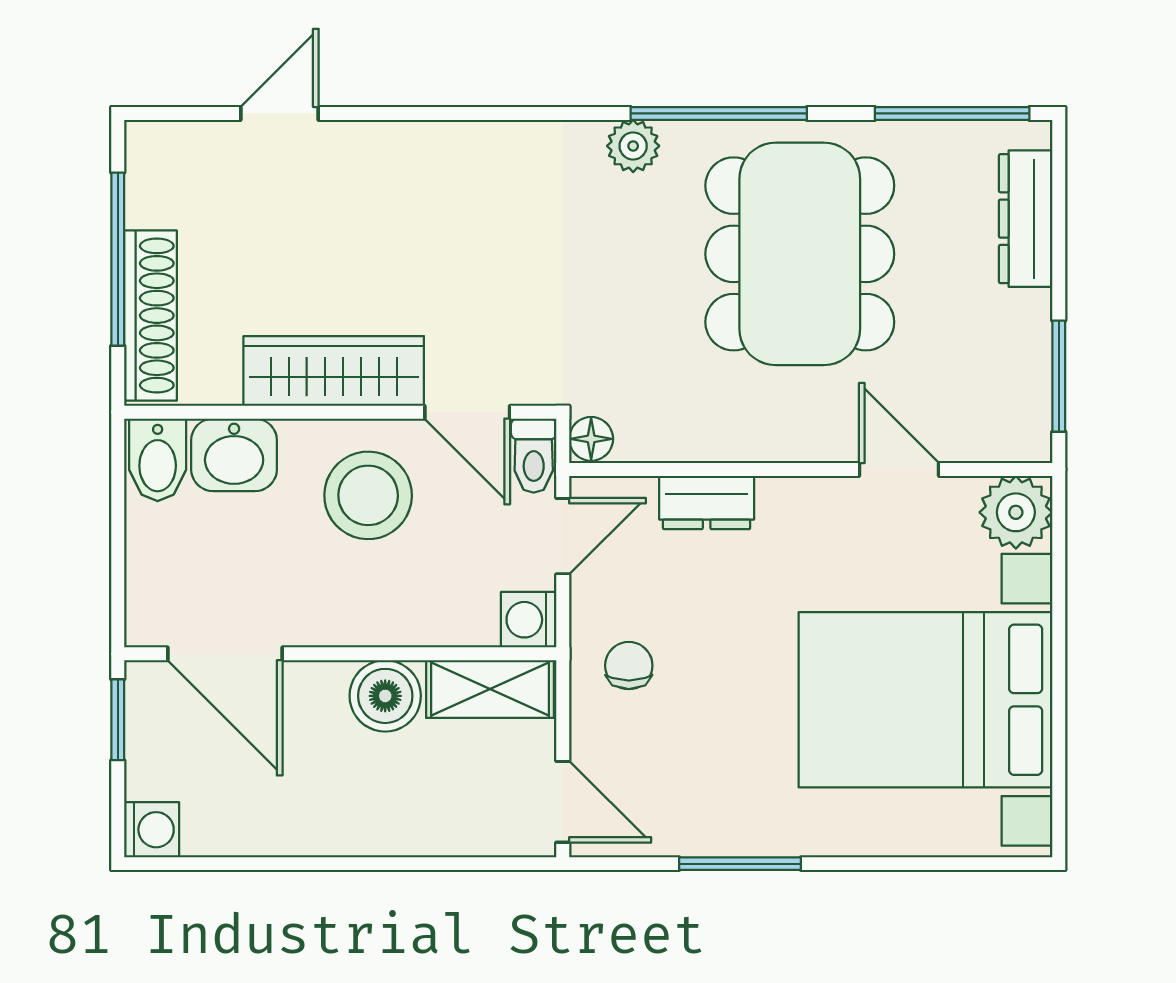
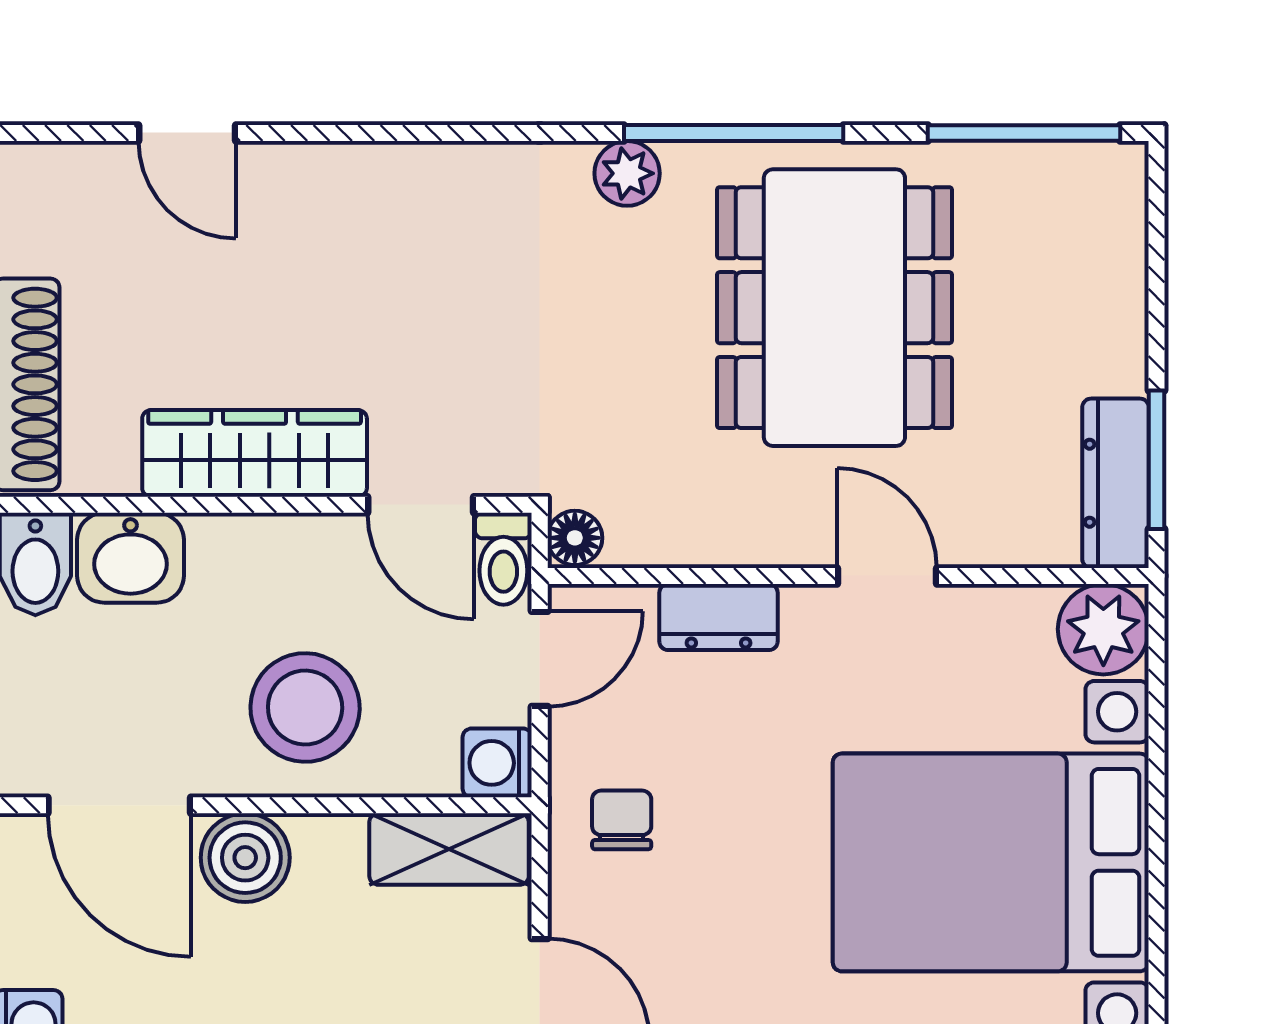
door: (280, 113) -> (187, 133), swing flipped
dresser: (1026, 219) -> (1115, 483), moved
door: (899, 469) -> (887, 576), moved
stool: (368, 495) -> (305, 707), moved
boiler: (385, 696) -> (245, 858), moved

